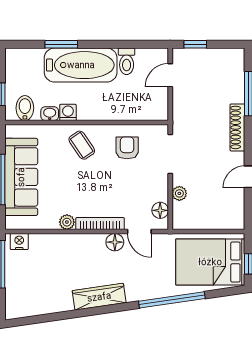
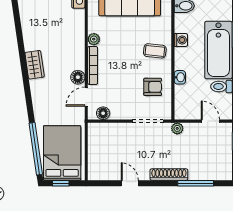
washbasin: (50, 114) -> (180, 77), moved
coffee table: (82, 145) -> (155, 51), turned 40
plant: (179, 193) -> (177, 128), moved
wardrobe: (99, 297) -> (35, 65), width x0.67
window: (172, 300) -> (36, 149), moved

